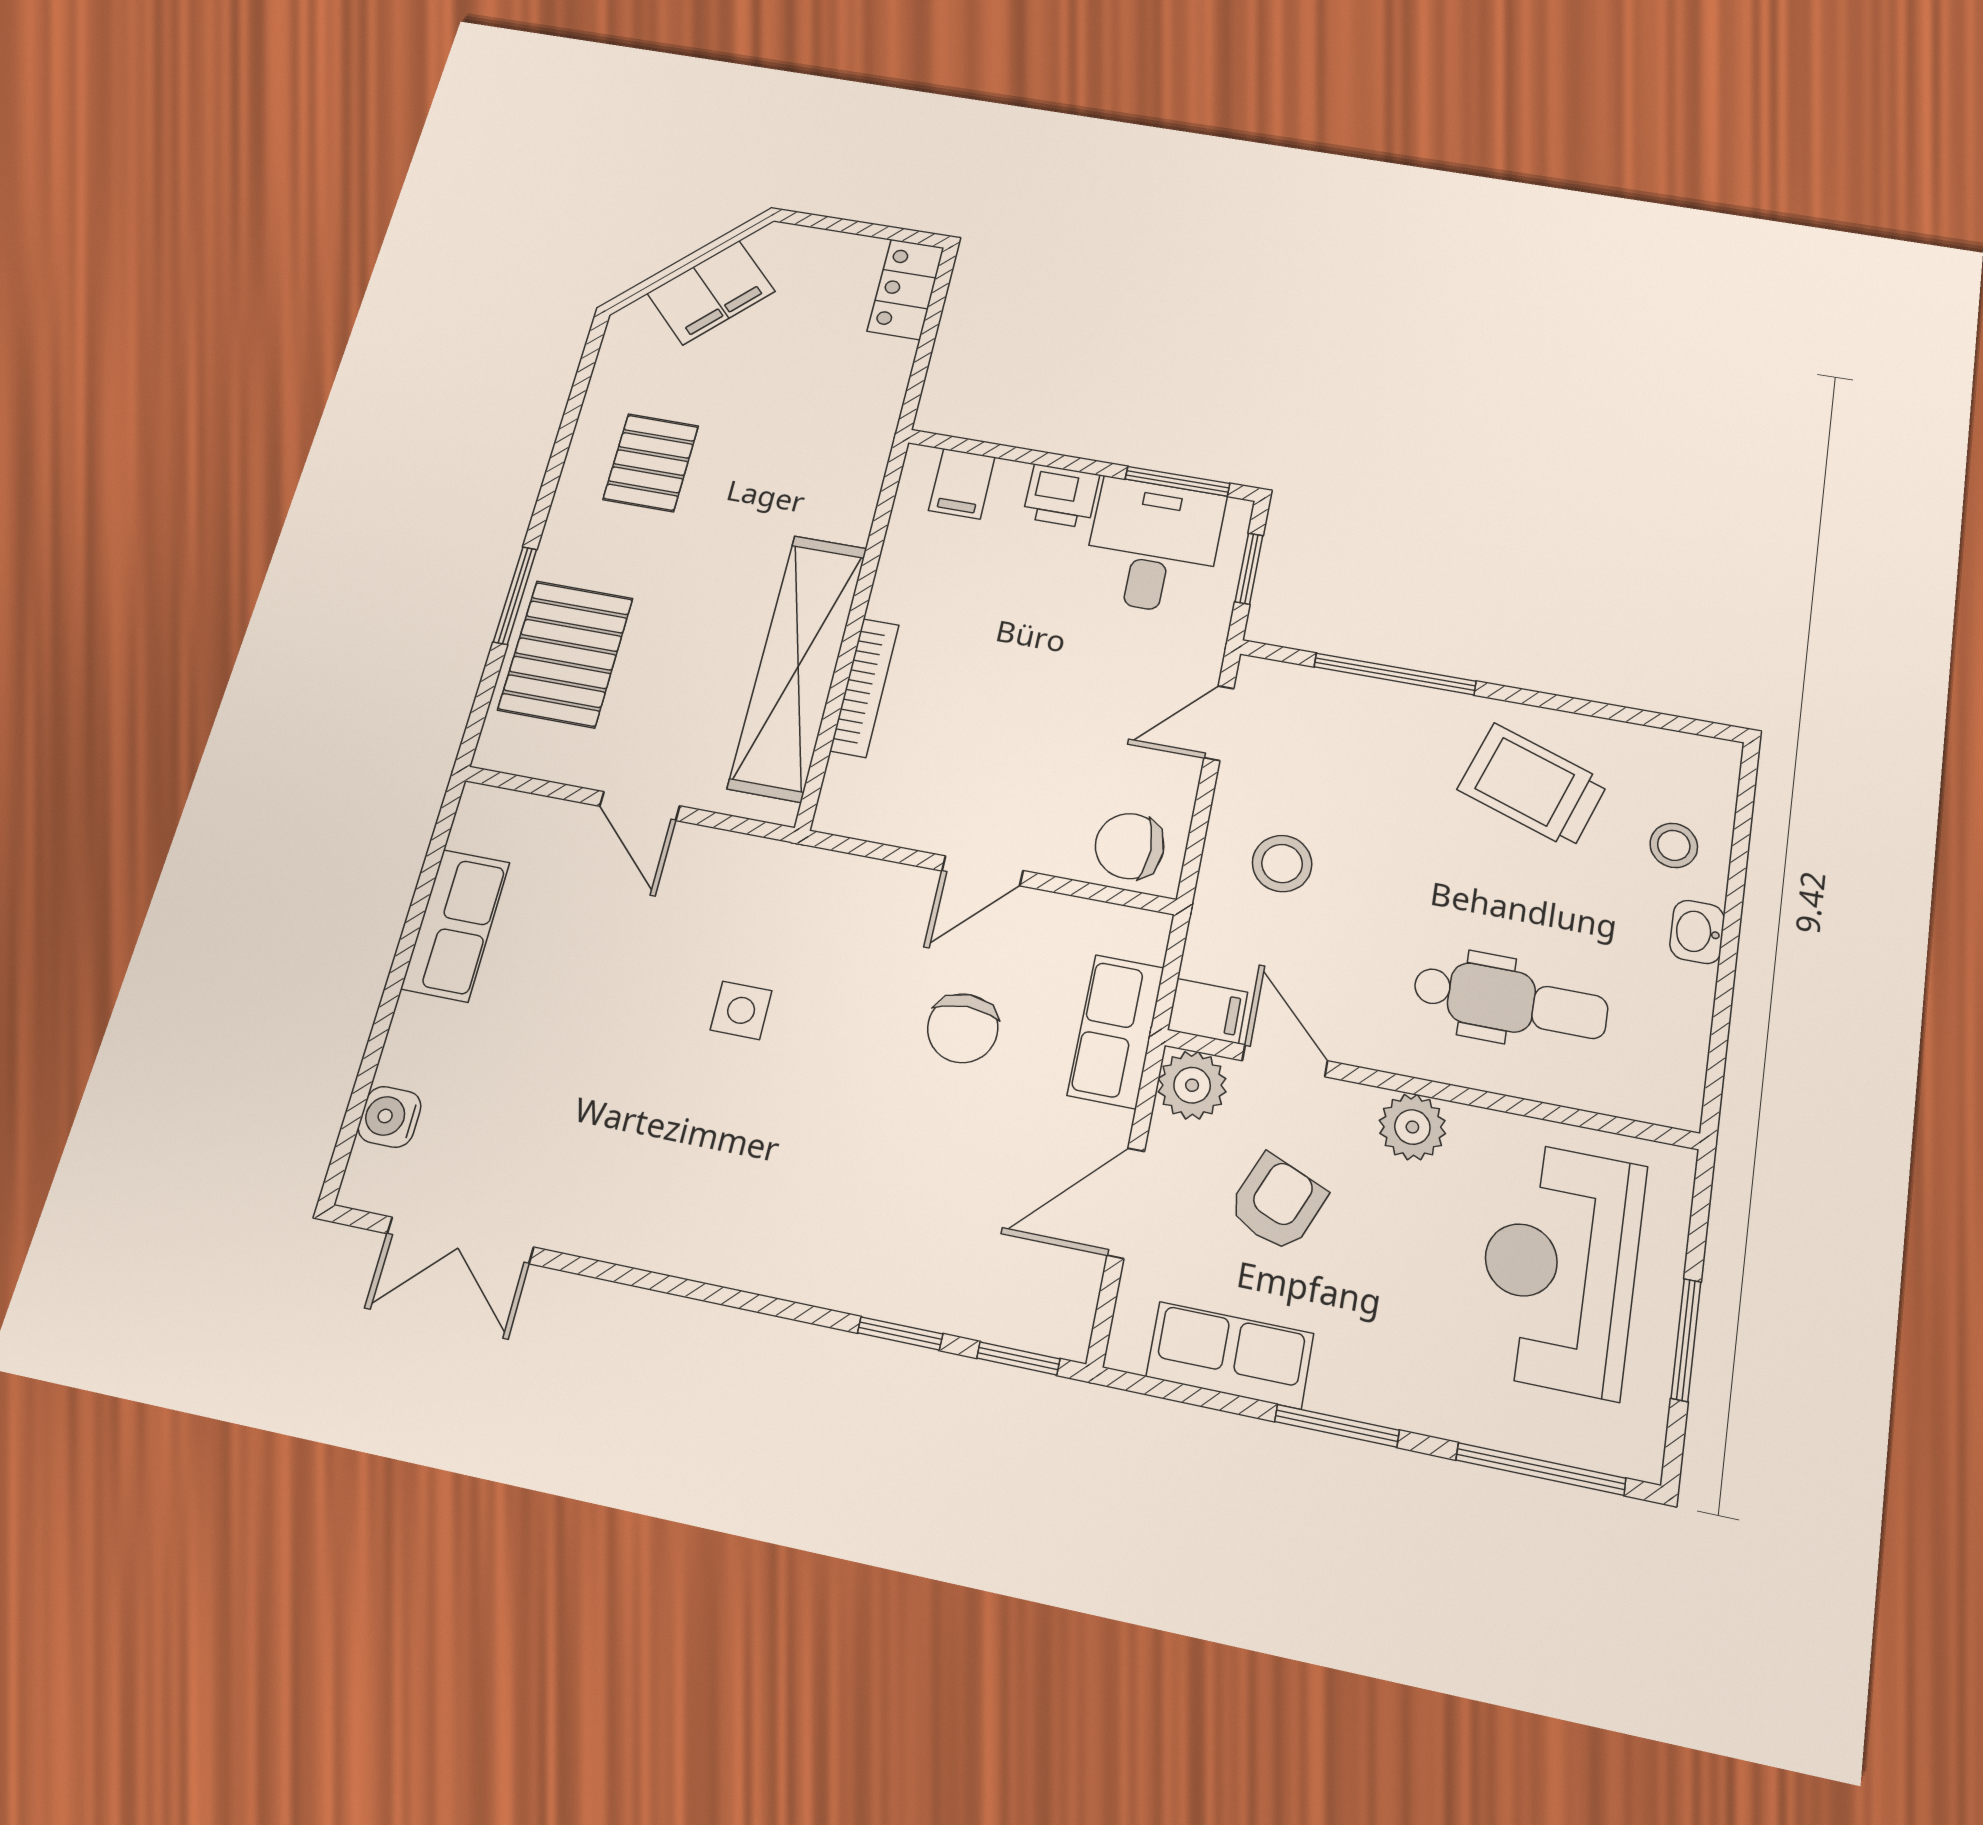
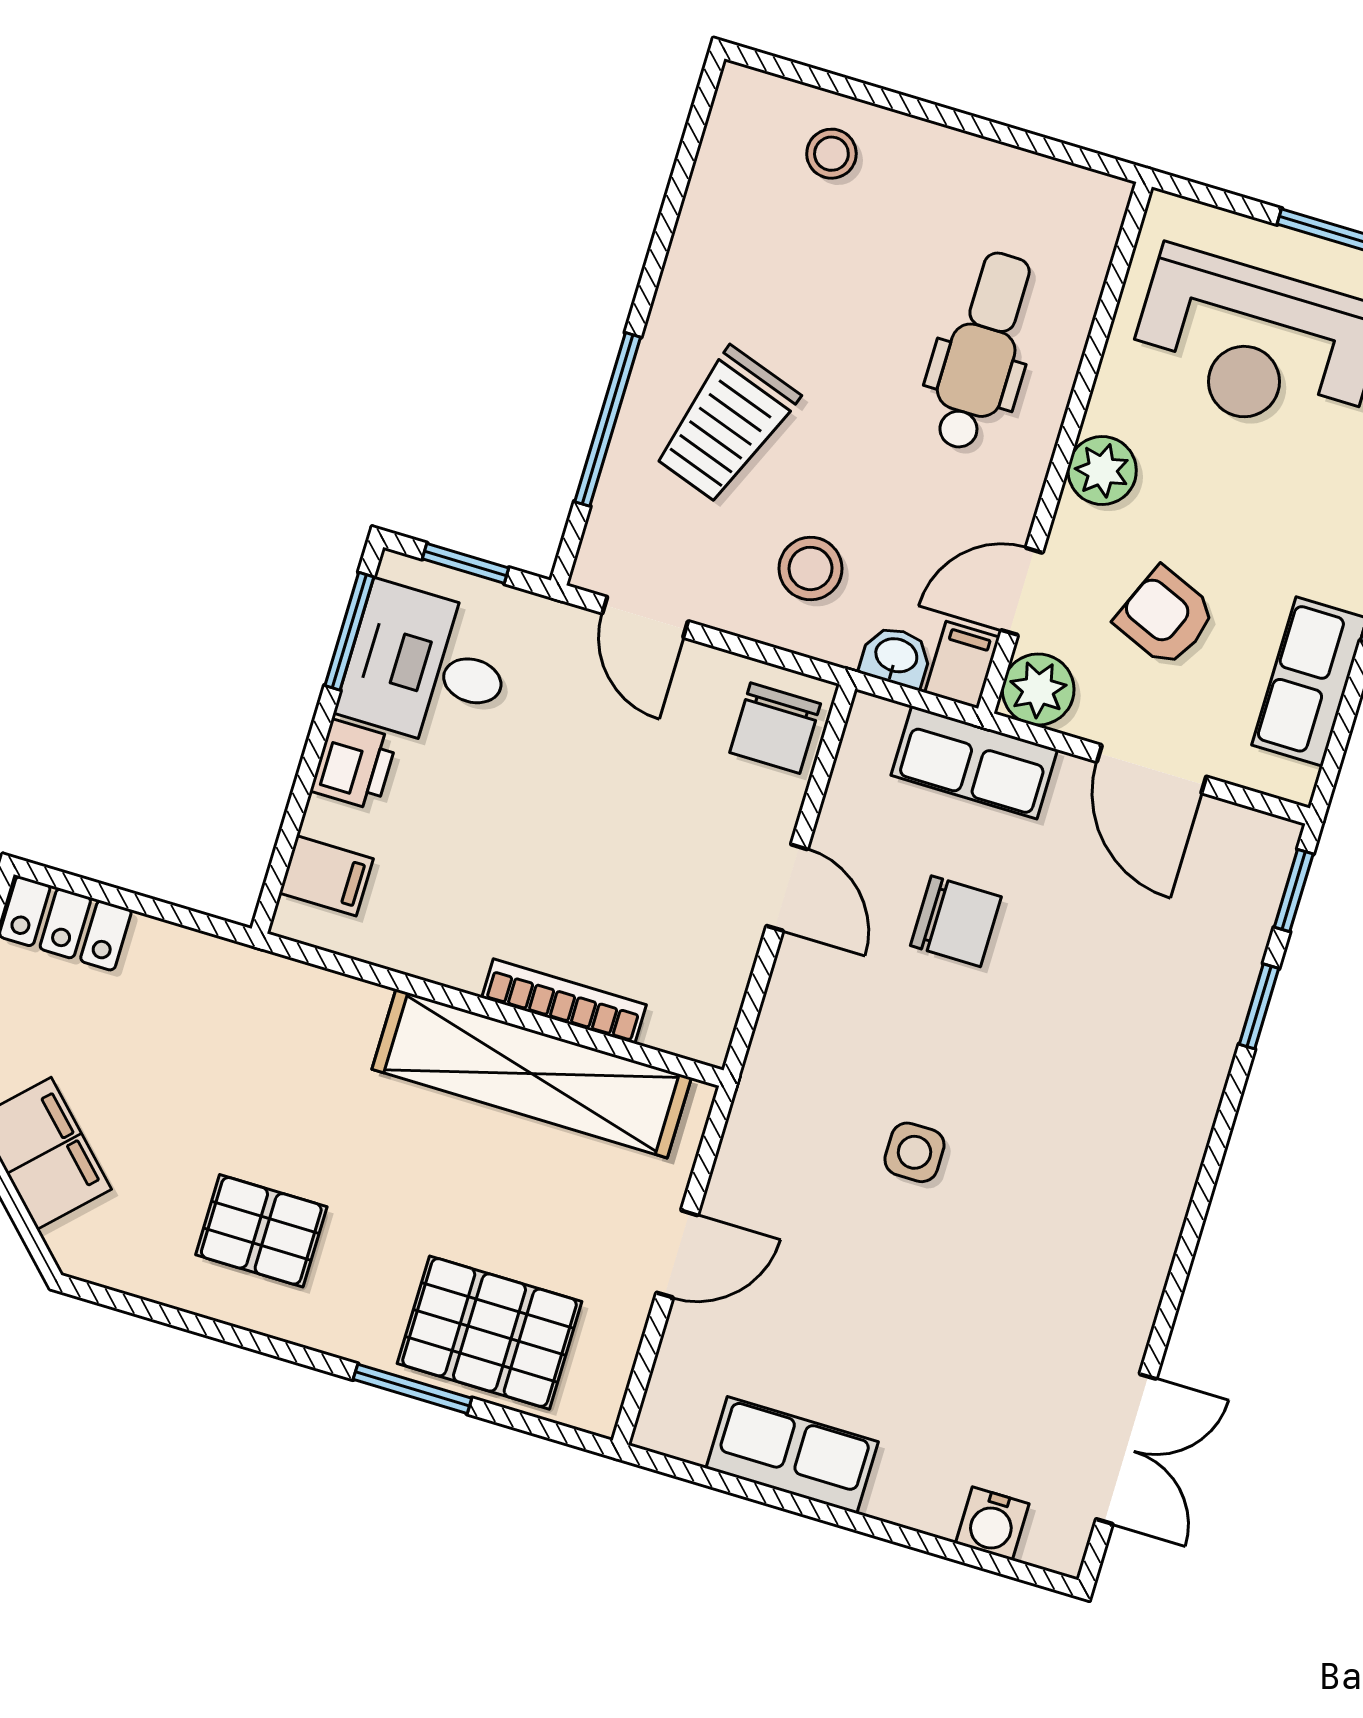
trolley: (1533, 786) -> (726, 425), moved
washbasin: (1697, 932) -> (896, 657), moved, turned 180

